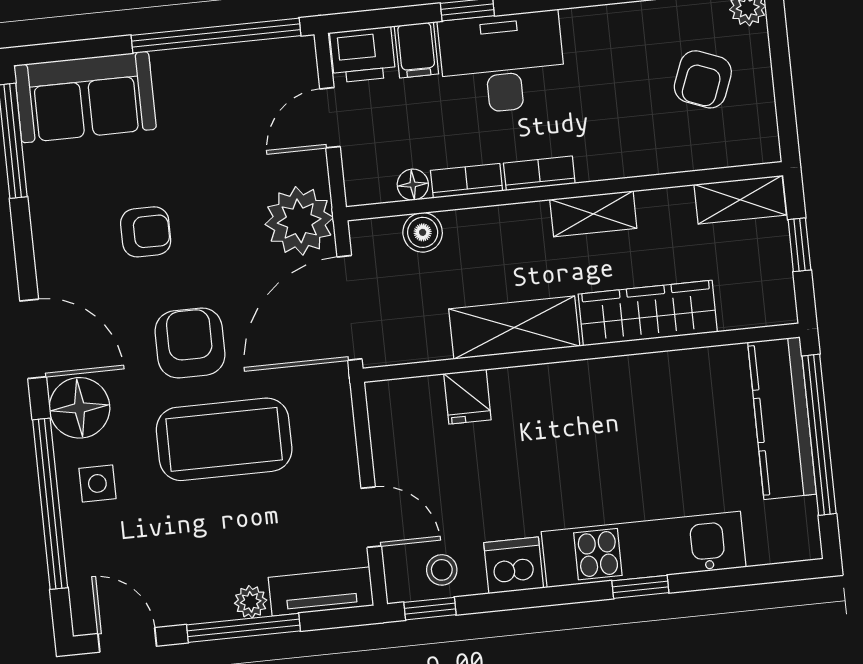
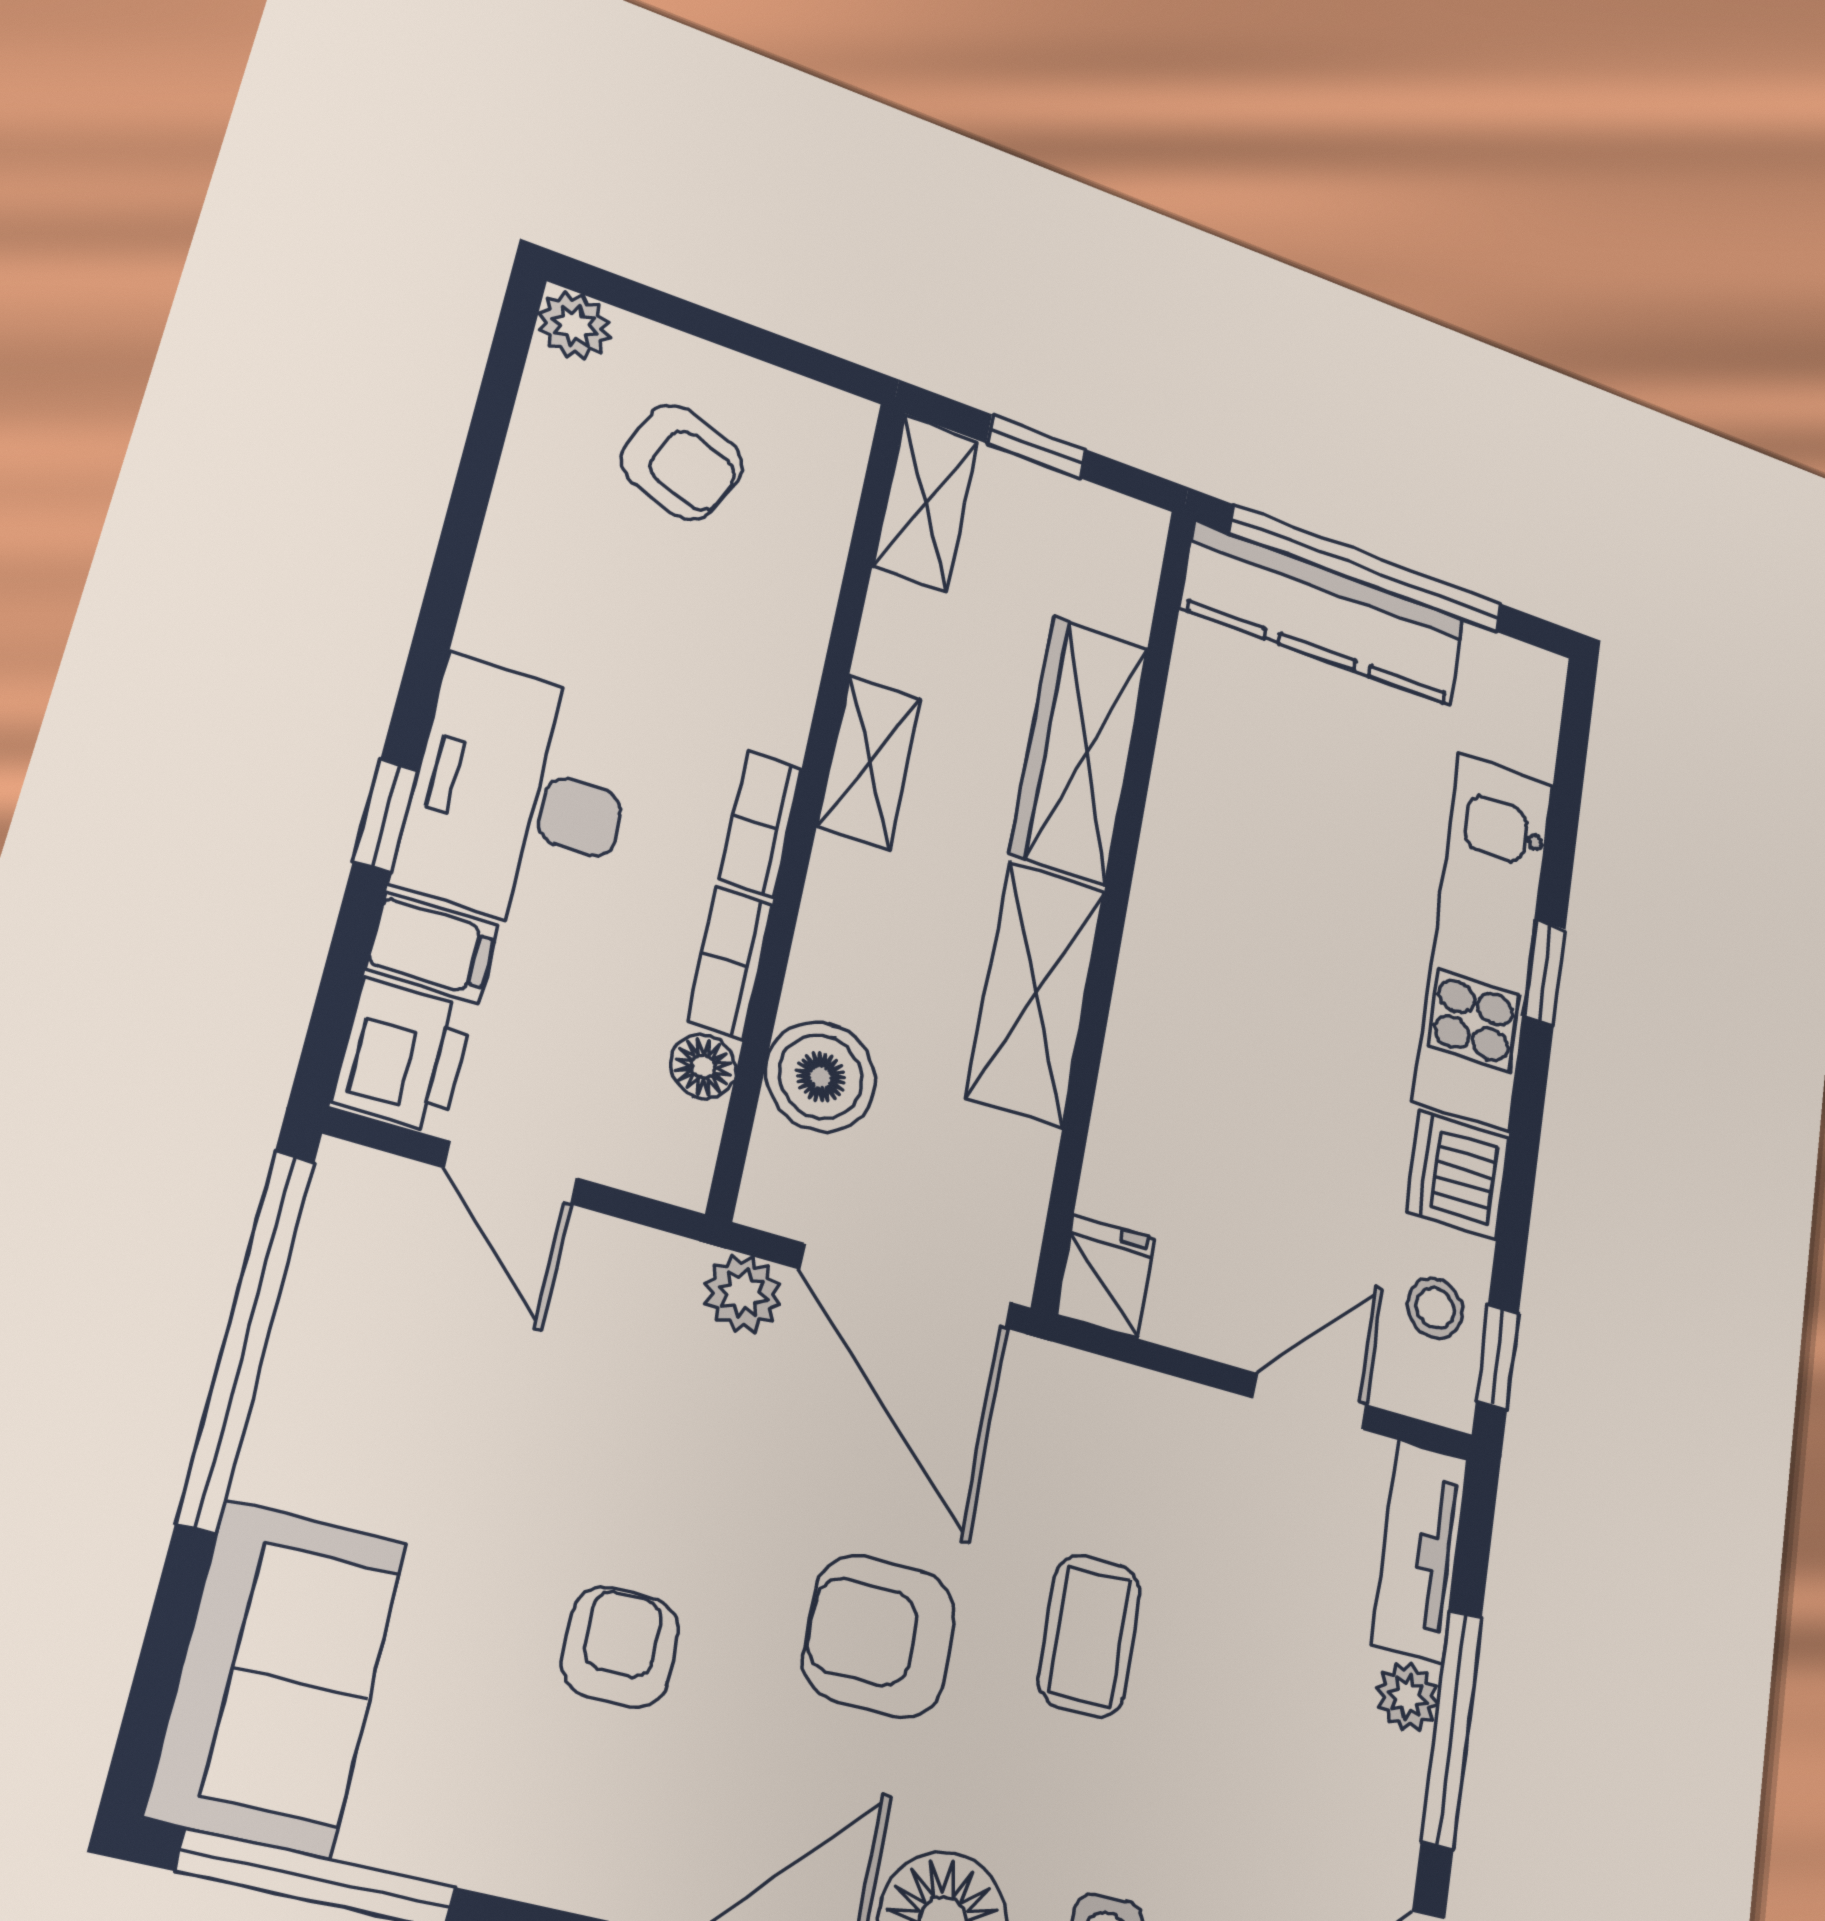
plant: (299, 221) -> (743, 1294), width x0.53, depth x0.53
boiler: (423, 232) -> (821, 1077), width x1.36, depth x1.36
fridge: (467, 397) -> (1106, 1277), moved, turned -90
coffee table: (224, 439) -> (1090, 1636), width x0.54, depth x0.58

